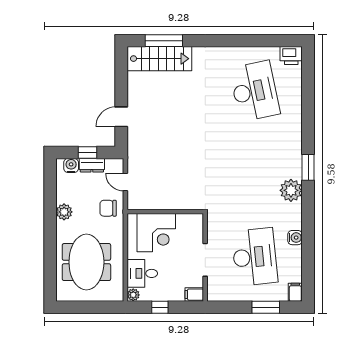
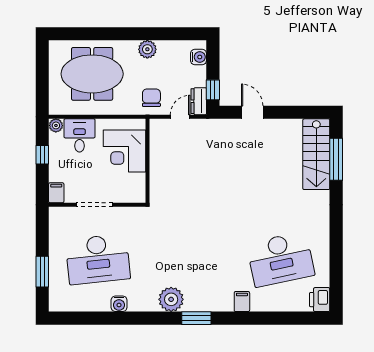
window: (87, 152) -> (213, 90), moved
dresser: (92, 165) -> (199, 101), moved
filing cabinet: (295, 292) -> (242, 302), moved, turned -90

